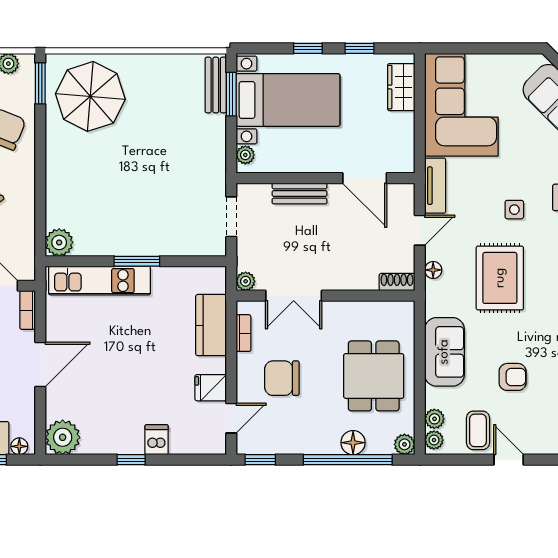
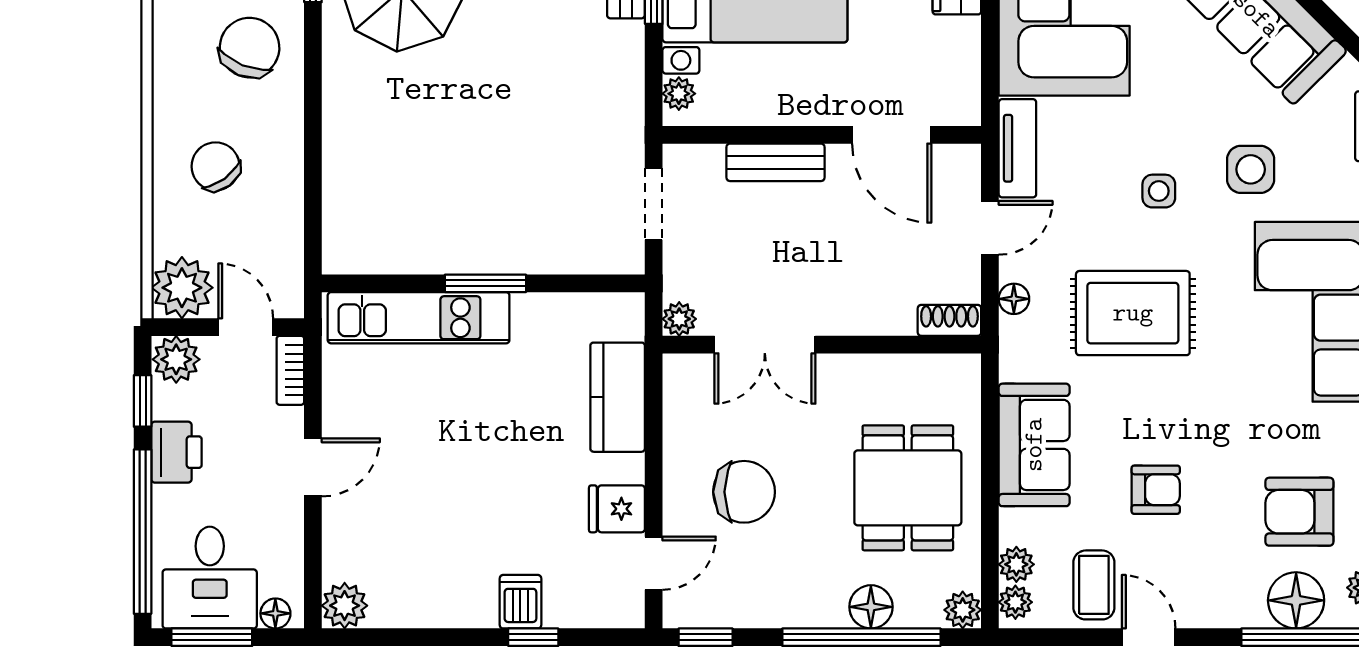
plant: (59, 242) -> (347, 250), removed
rug: (500, 278) -> (1133, 313), turned 90
bookcase: (243, 333) -> (675, 411), removed
door: (40, 364) -> (313, 467), width x0.73
chair: (282, 378) -> (744, 492), turned 180
plant: (63, 437) -> (345, 606), width x0.73, depth x0.73
window: (131, 460) -> (533, 637), moved

